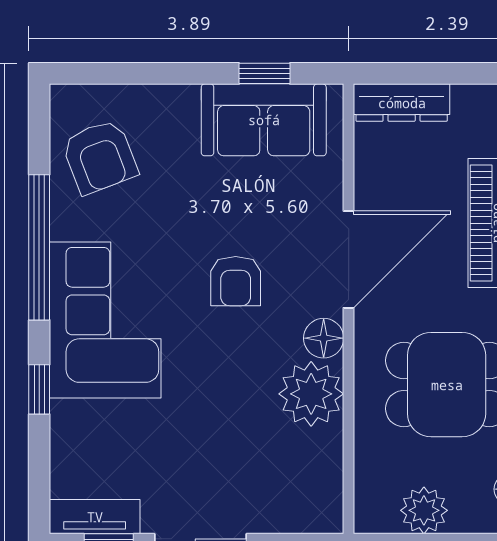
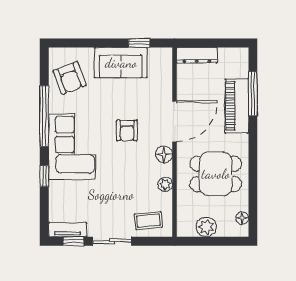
sofa: (264, 120) -> (121, 63), moved
plant: (311, 394) -> (165, 184), width x0.53, depth x0.53
coffee table: (287, 495) -> (148, 221), added

